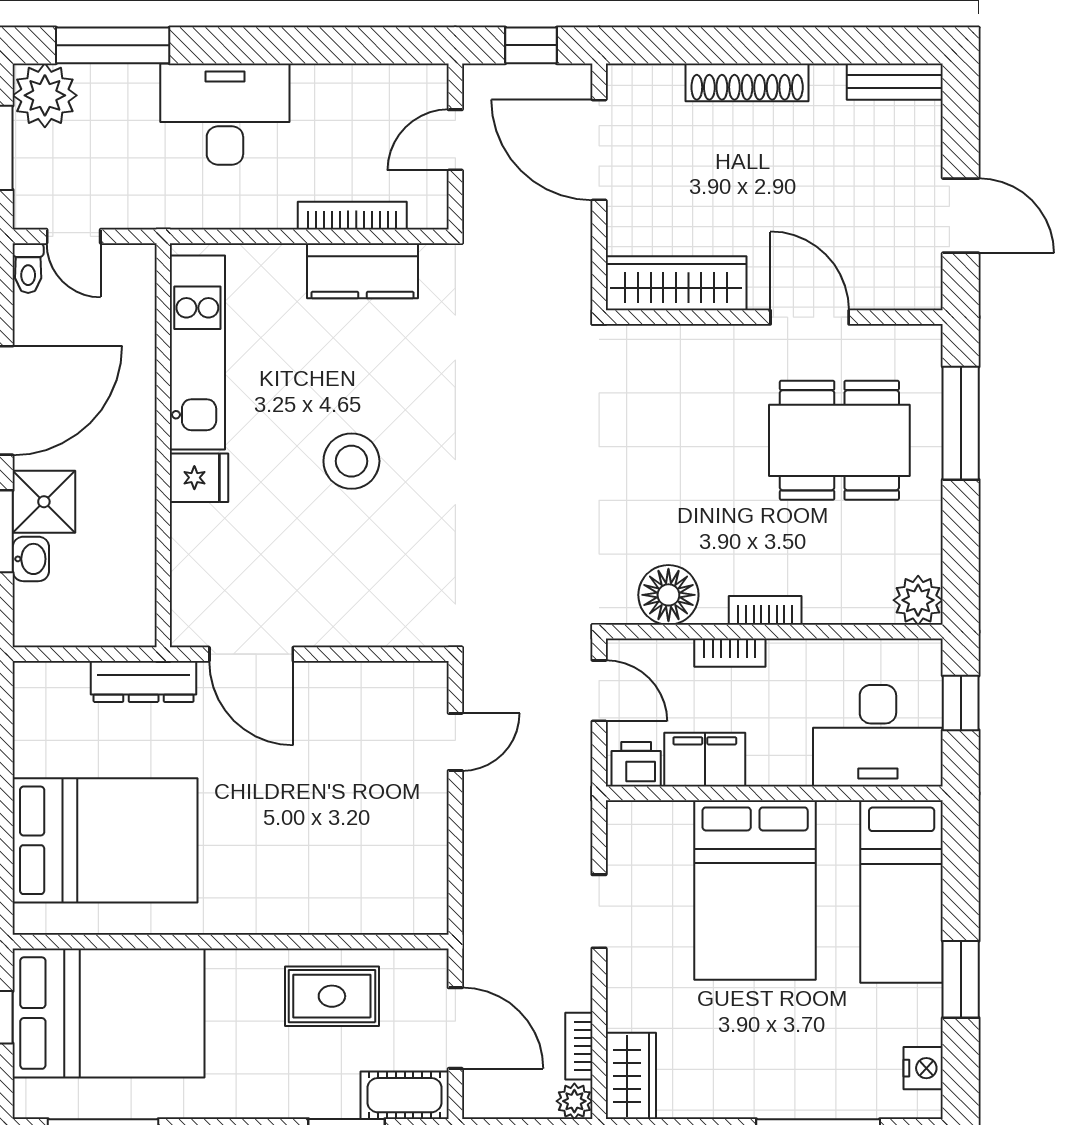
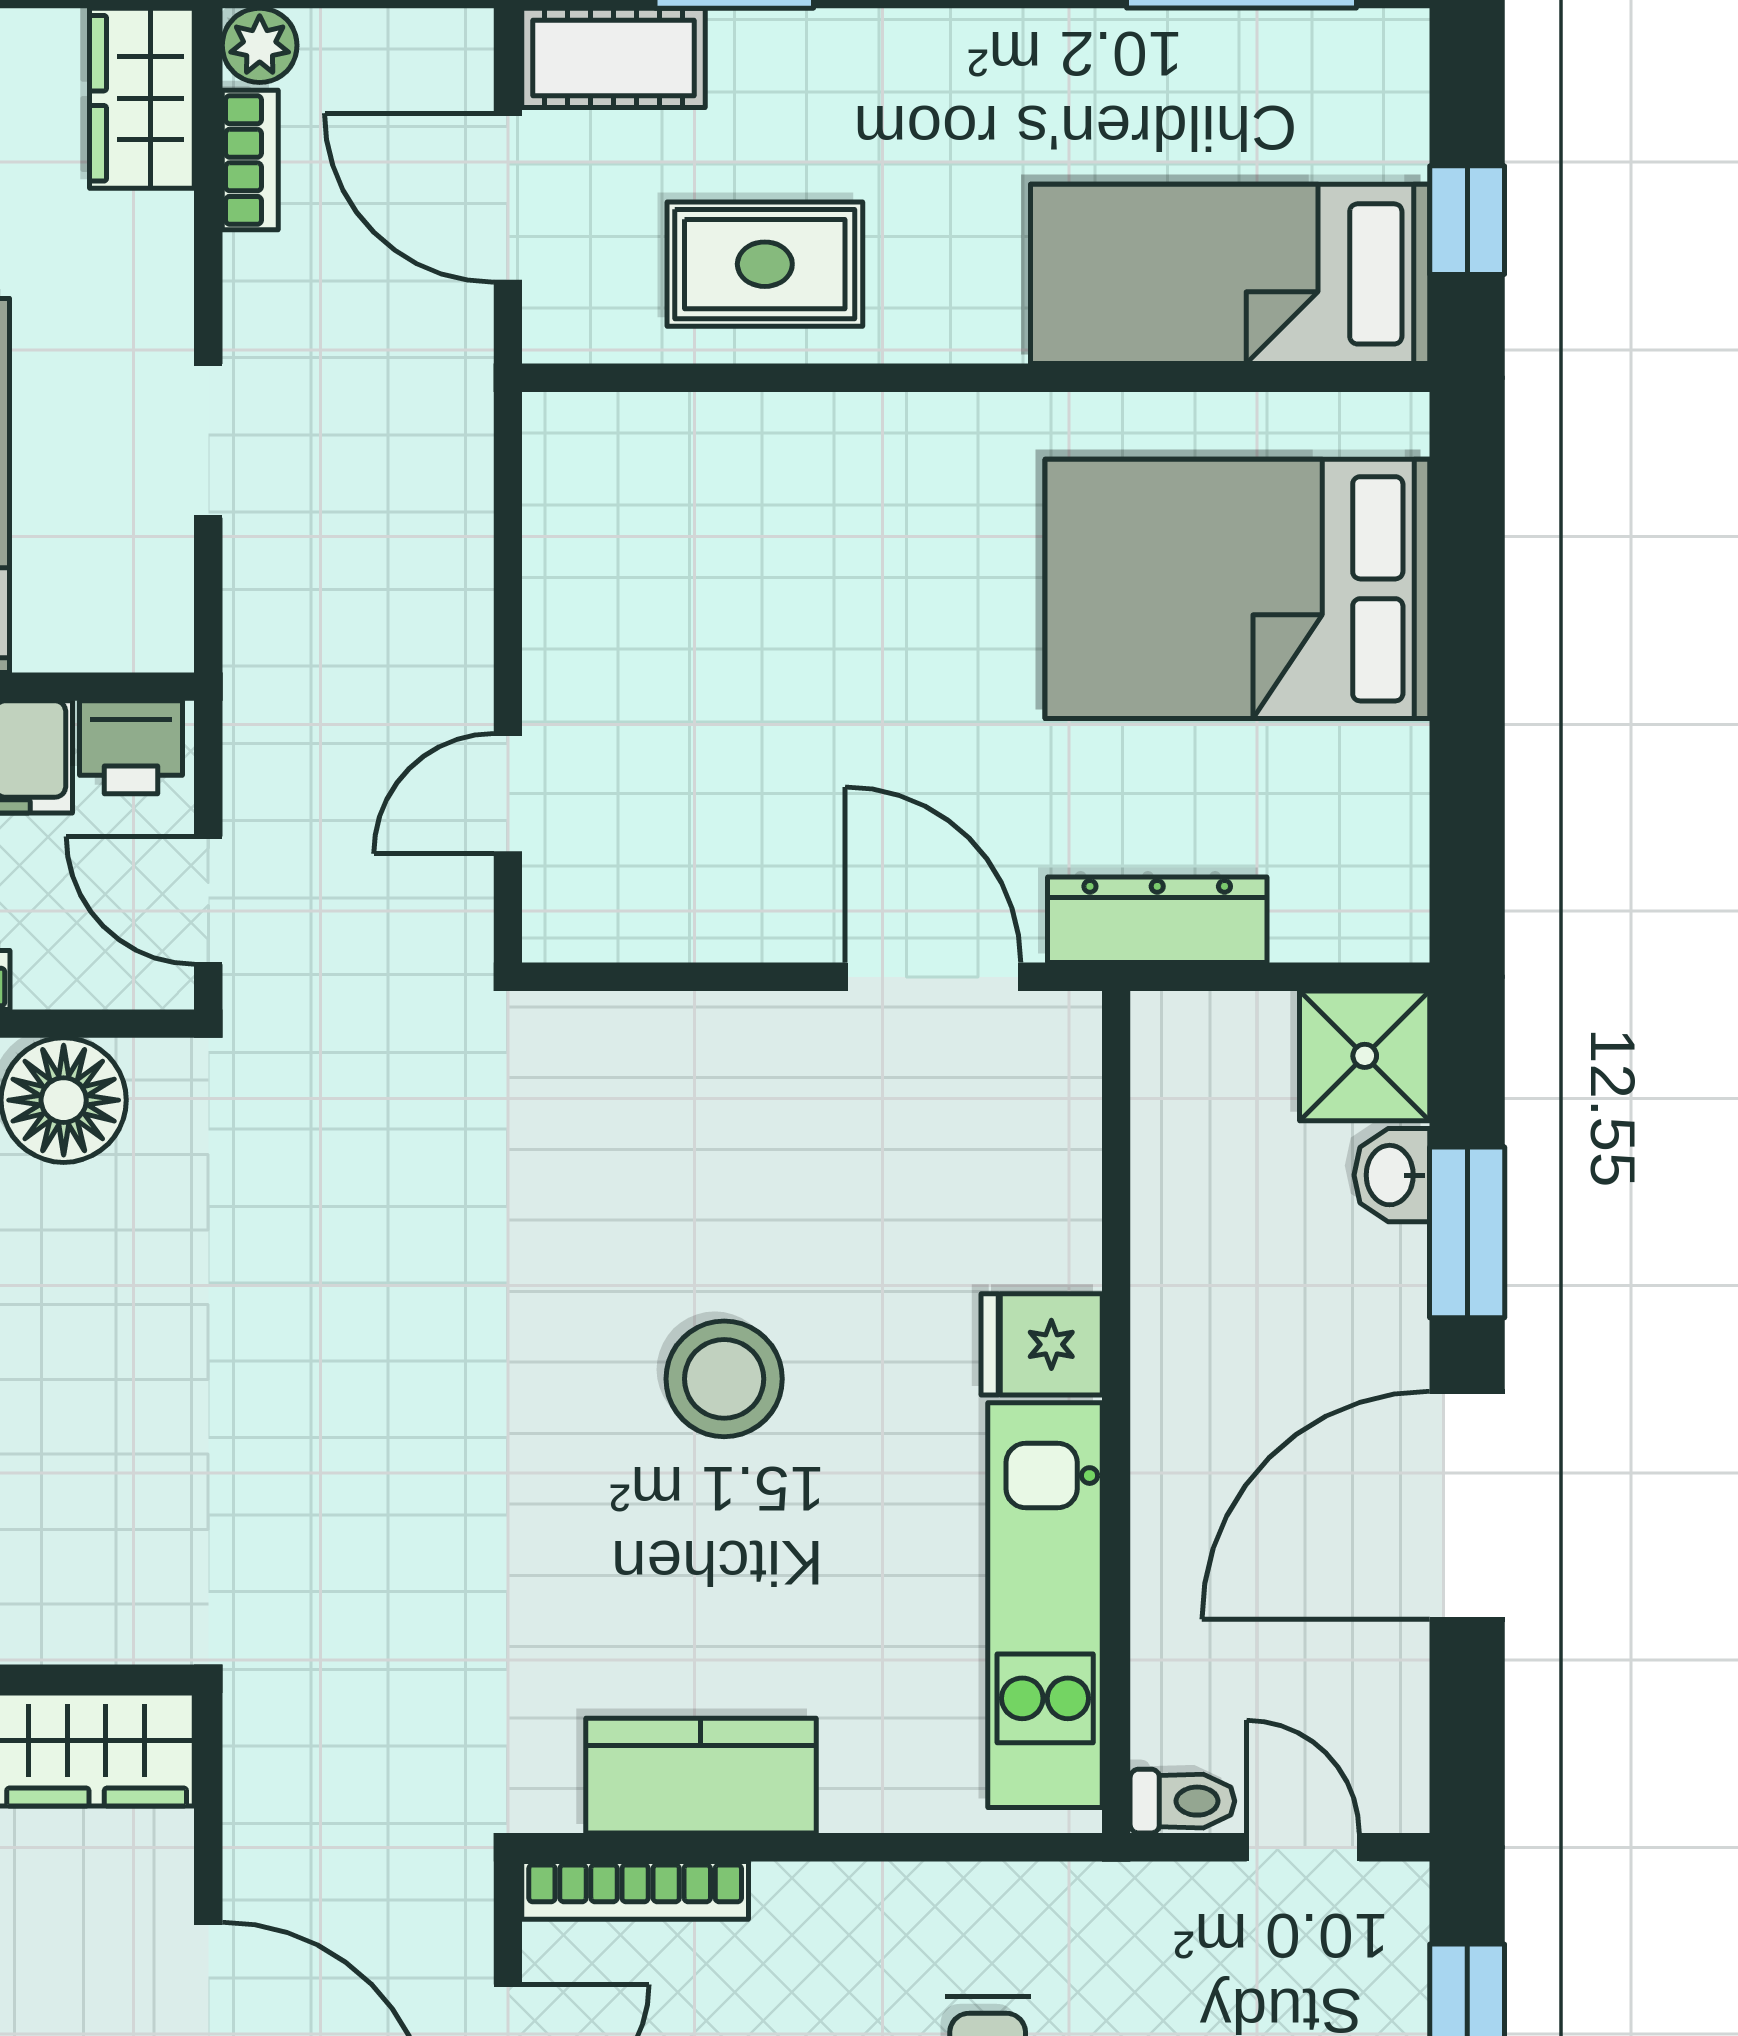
bookcase: (352, 216) -> (635, 1890), moved
toilet: (28, 268) -> (1182, 1801), moved, turned 90
shower: (44, 502) -> (1365, 1056), moved
bed: (109, 1013) -> (1230, 274), width x0.67

